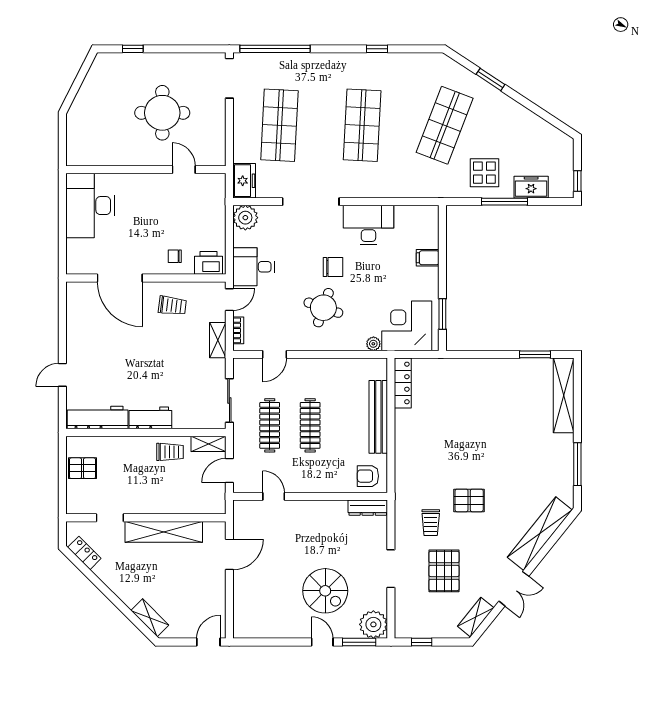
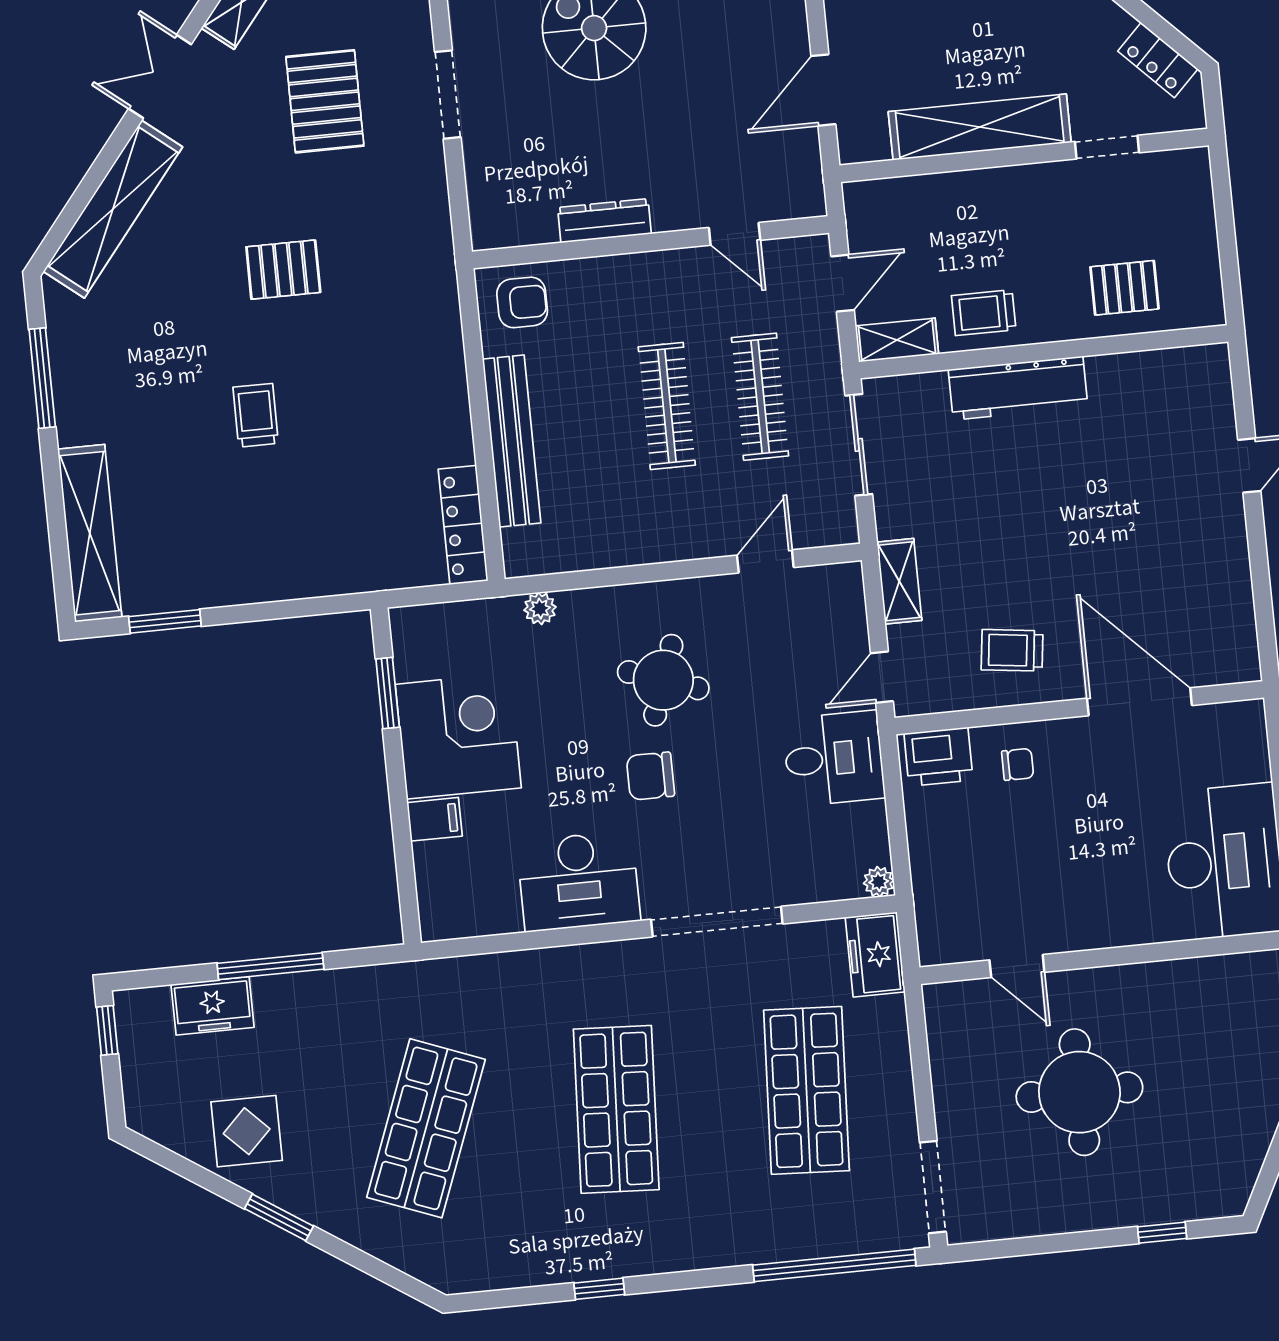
window: (490, 79) -> (279, 1217), moved
display table: (484, 173) -> (247, 1131), moved
plant: (245, 218) -> (879, 882), width x0.53, depth x0.53
corner desk: (407, 326) -> (458, 736), moved, turned -90
bookcase: (238, 330) -> (854, 608), removed
workbench: (98, 418) -> (1158, 375), removed
workbench: (150, 418) -> (1018, 388), width x1.37
pallet: (83, 468) -> (1124, 288), moved
dresser: (368, 508) -> (604, 221), moved
trolley: (431, 523) -> (256, 415), moved

